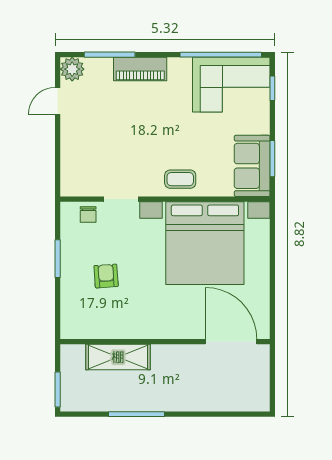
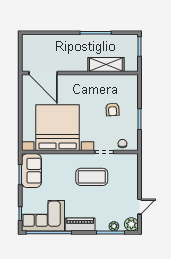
plant: (103, 66) -> (114, 226), added
piano: (140, 69) -> (80, 224), moved
coffee table: (180, 179) -> (92, 177), moved, width x1.86, depth x1.72

